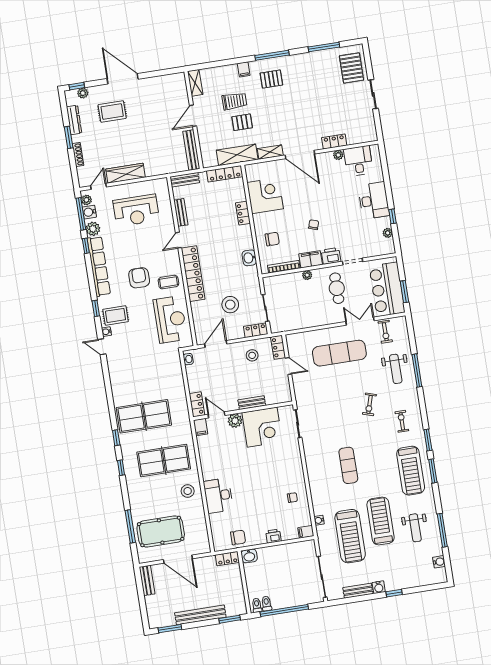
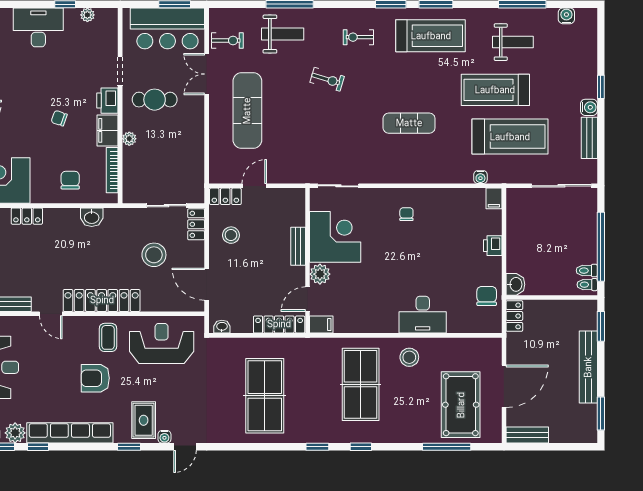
locker: (197, 404) -> (279, 324), width x1.53
table tennis table: (144, 416) -> (265, 396), moved
chair: (292, 498) -> (406, 214), moved

